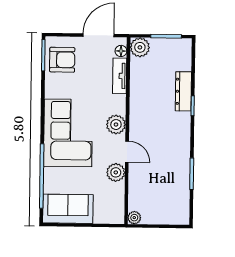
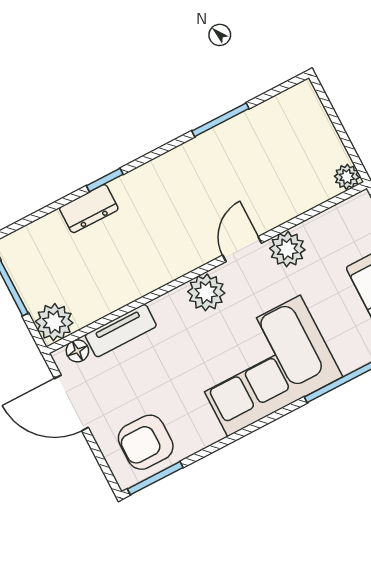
armchair: (62, 60) -> (146, 442), turned -90
dresser: (183, 91) -> (89, 209), width x0.70

